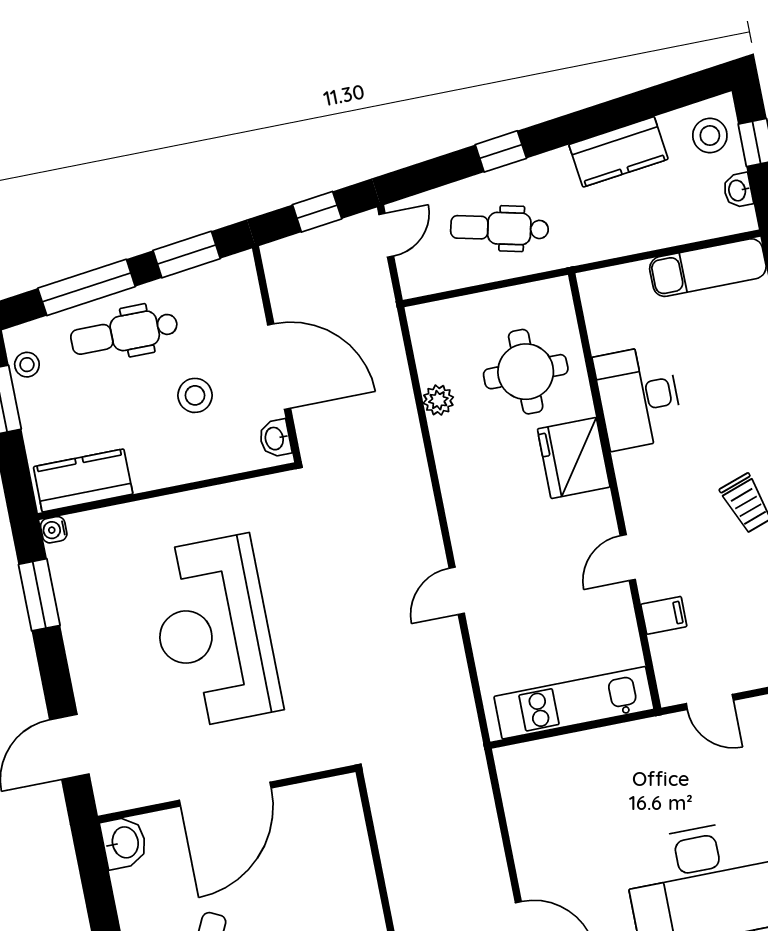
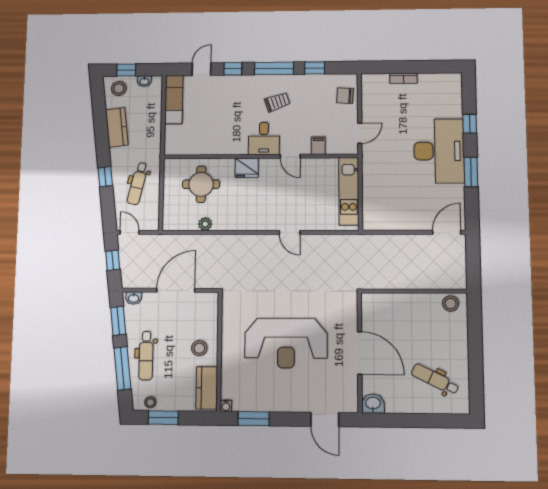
stool: (195, 395) -> (199, 348), moved
desk: (638, 397) -> (264, 139), moved, width x0.73
washbasin: (275, 438) -> (134, 298), moved
fridge: (574, 458) -> (247, 168), width x0.73, depth x0.75

